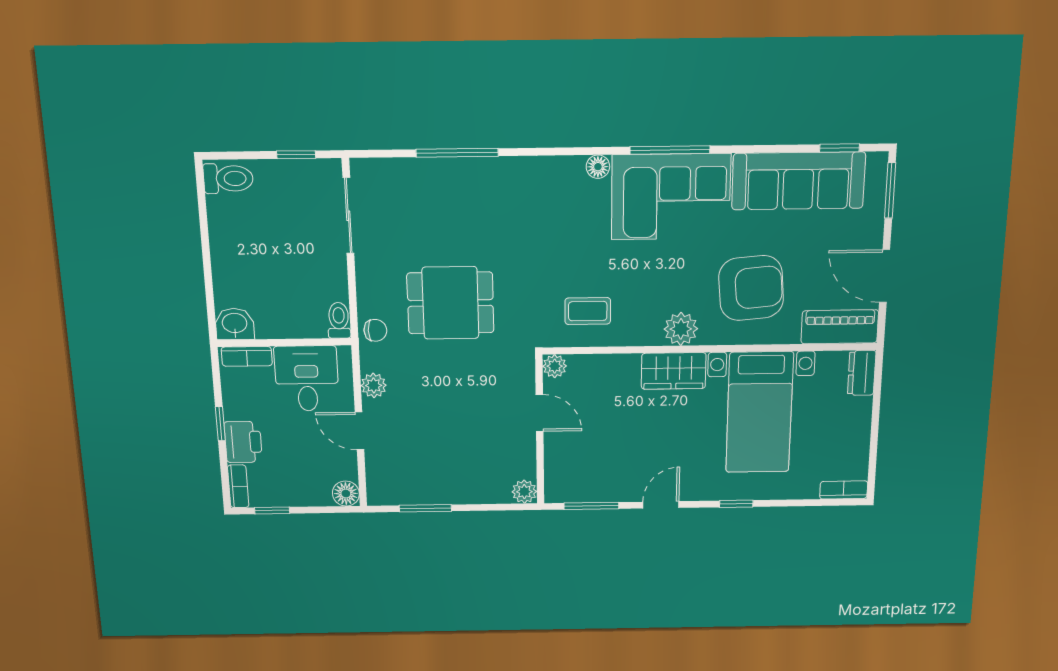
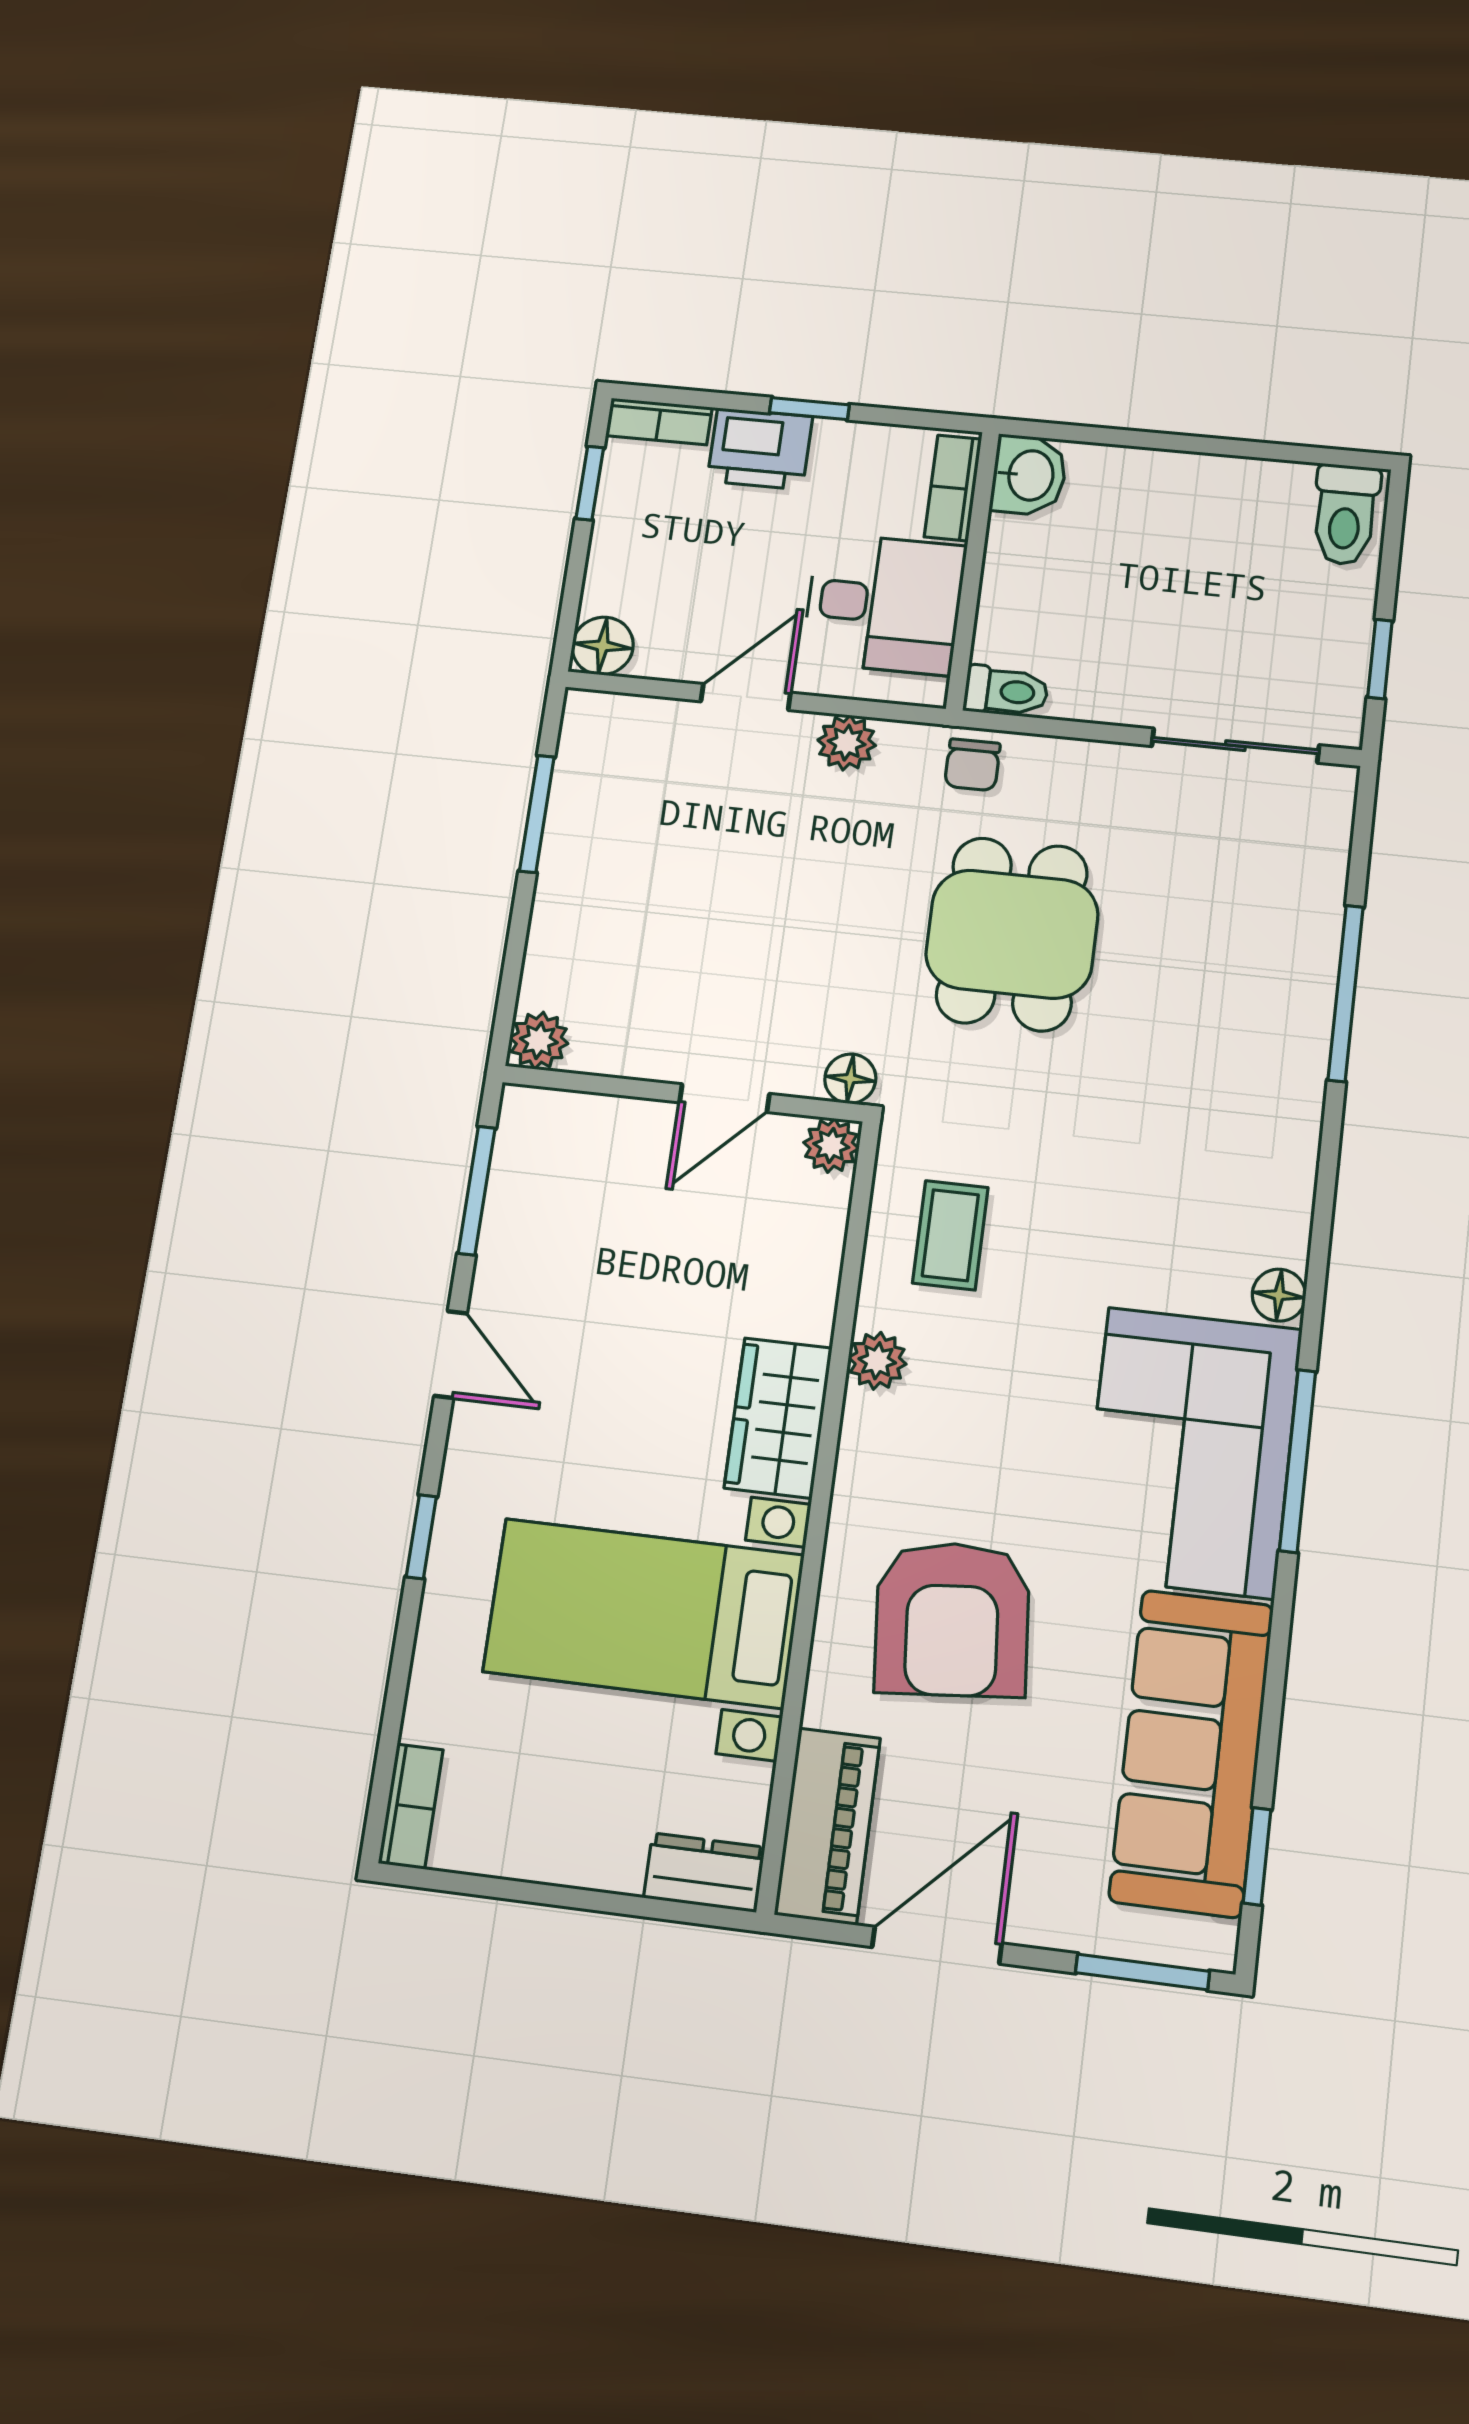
plant: (681, 329) -> (877, 1361), moved, width x0.73, depth x0.73
floor lamp: (524, 362) -> (850, 1079), added

